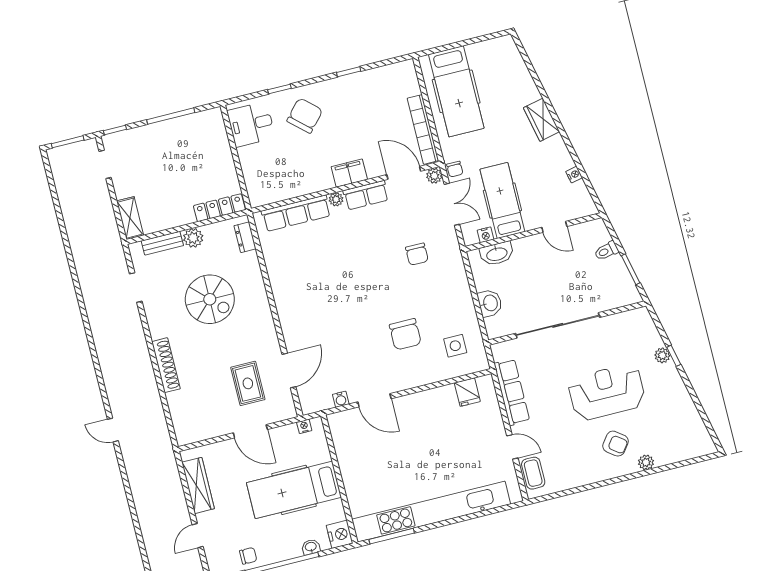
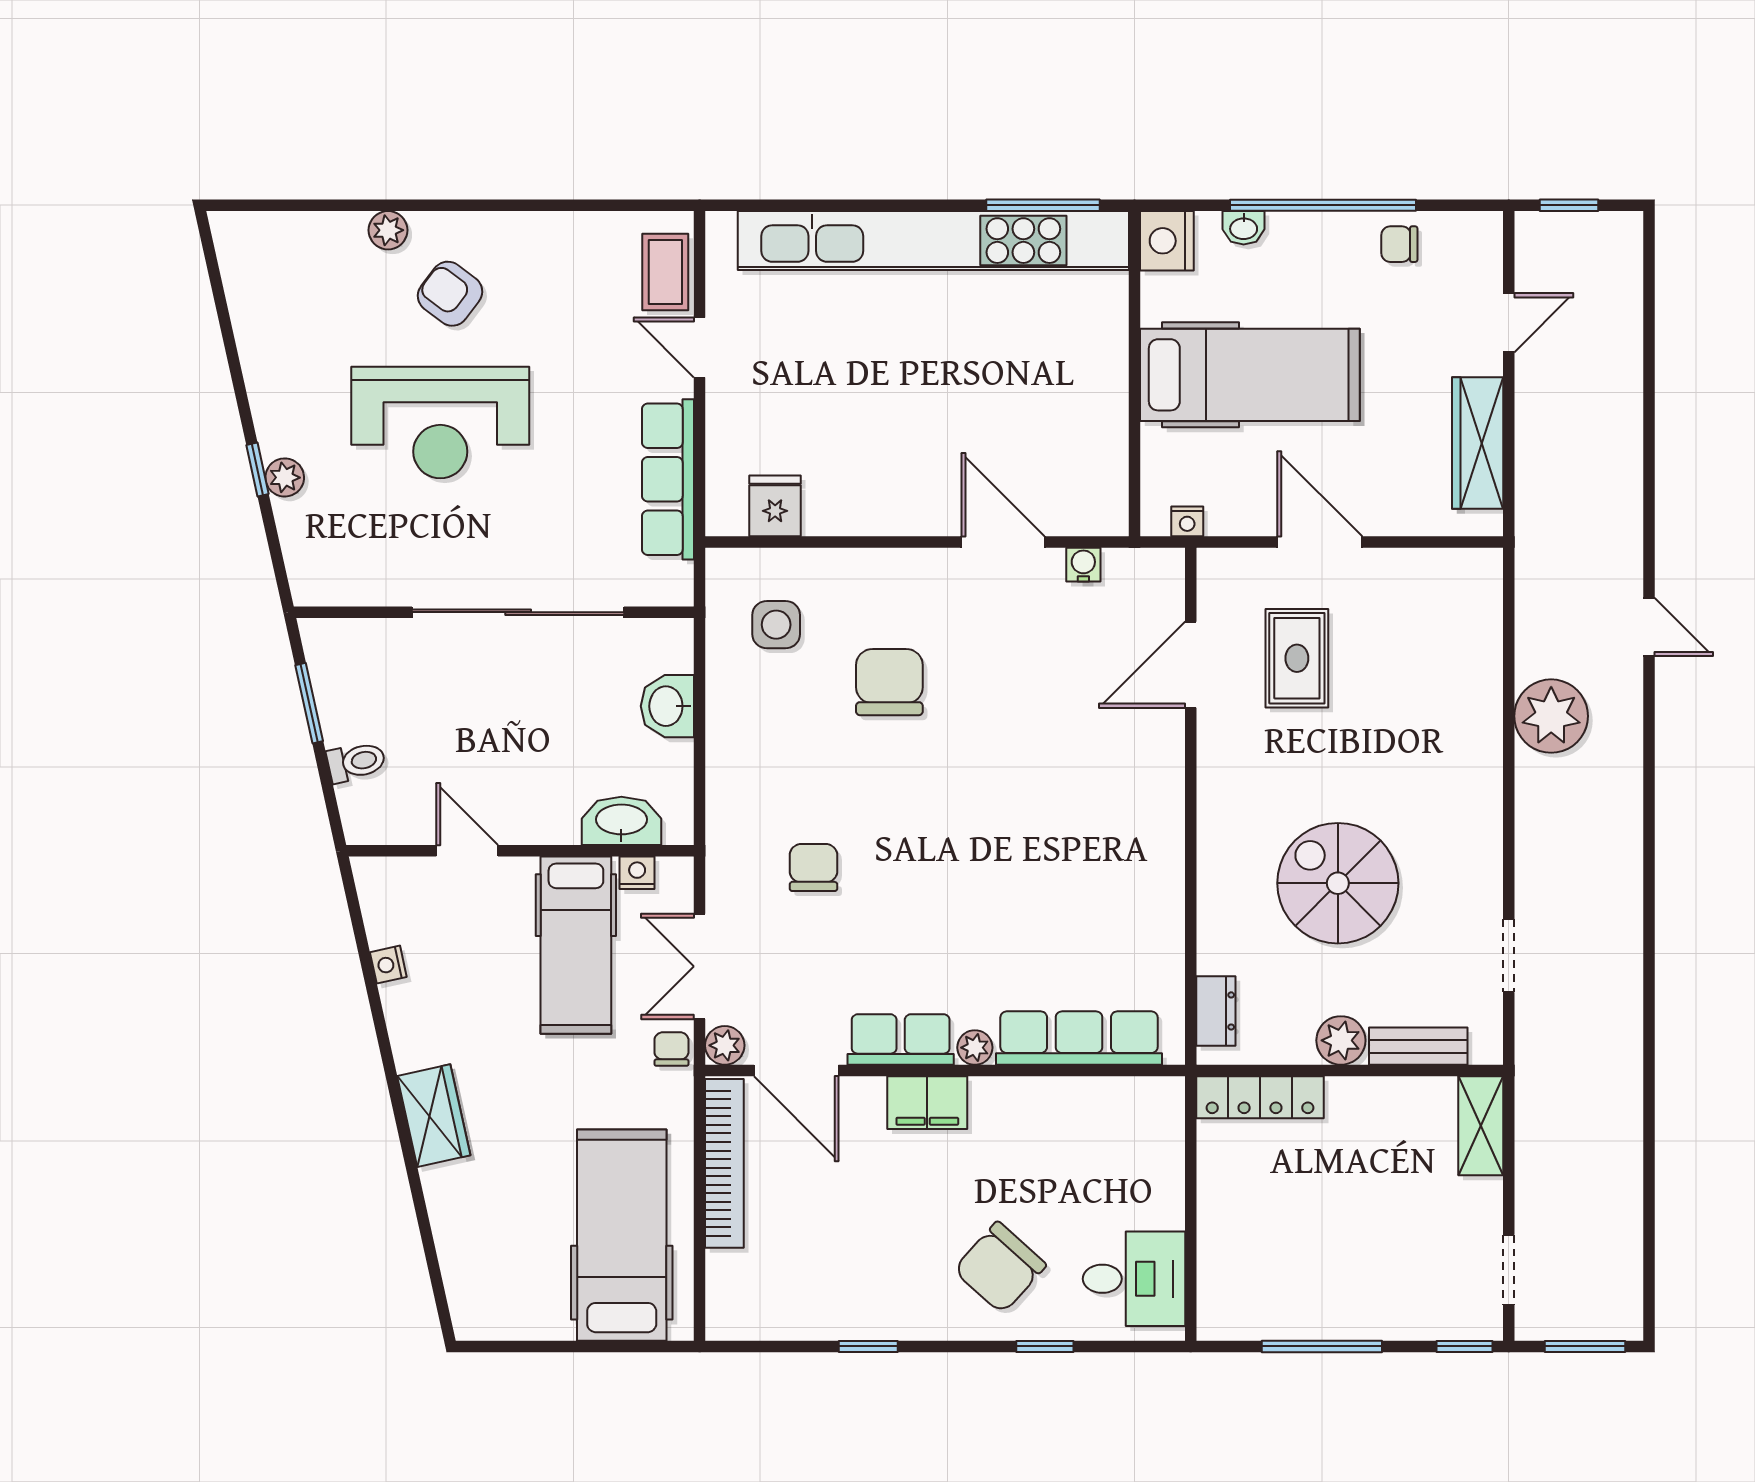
shoe rack: (166, 365) -> (1483, 751), removed
plant: (143, 386) -> (1551, 716), added

